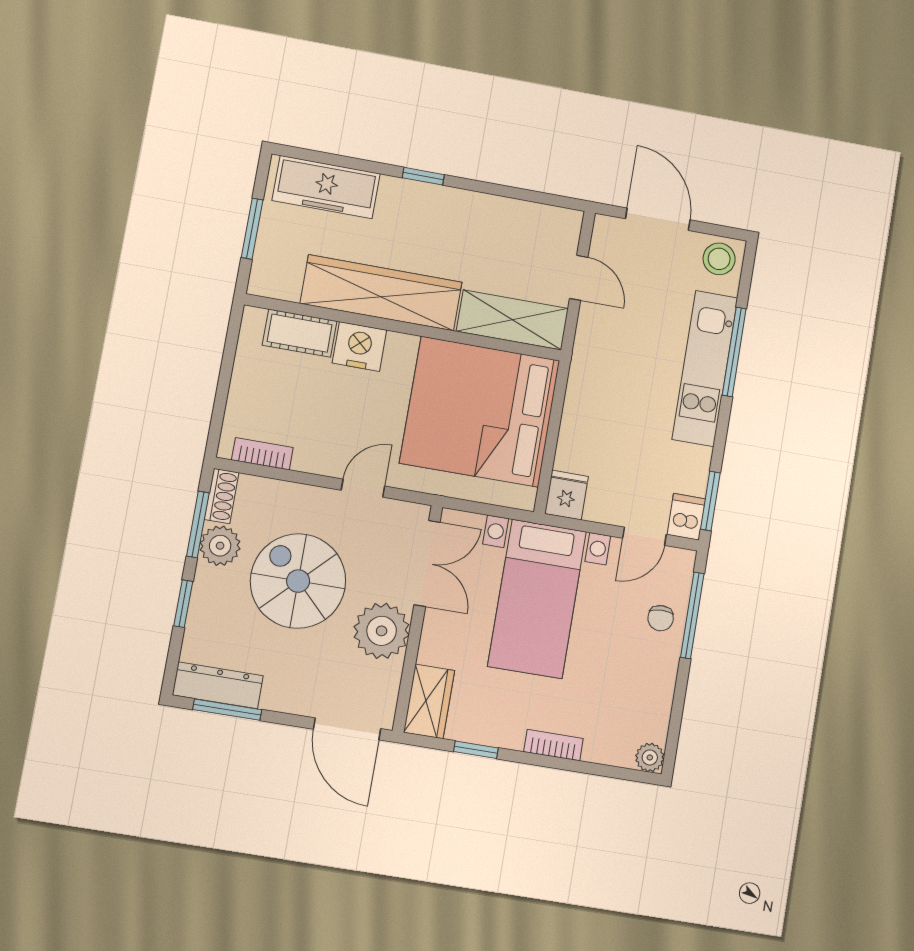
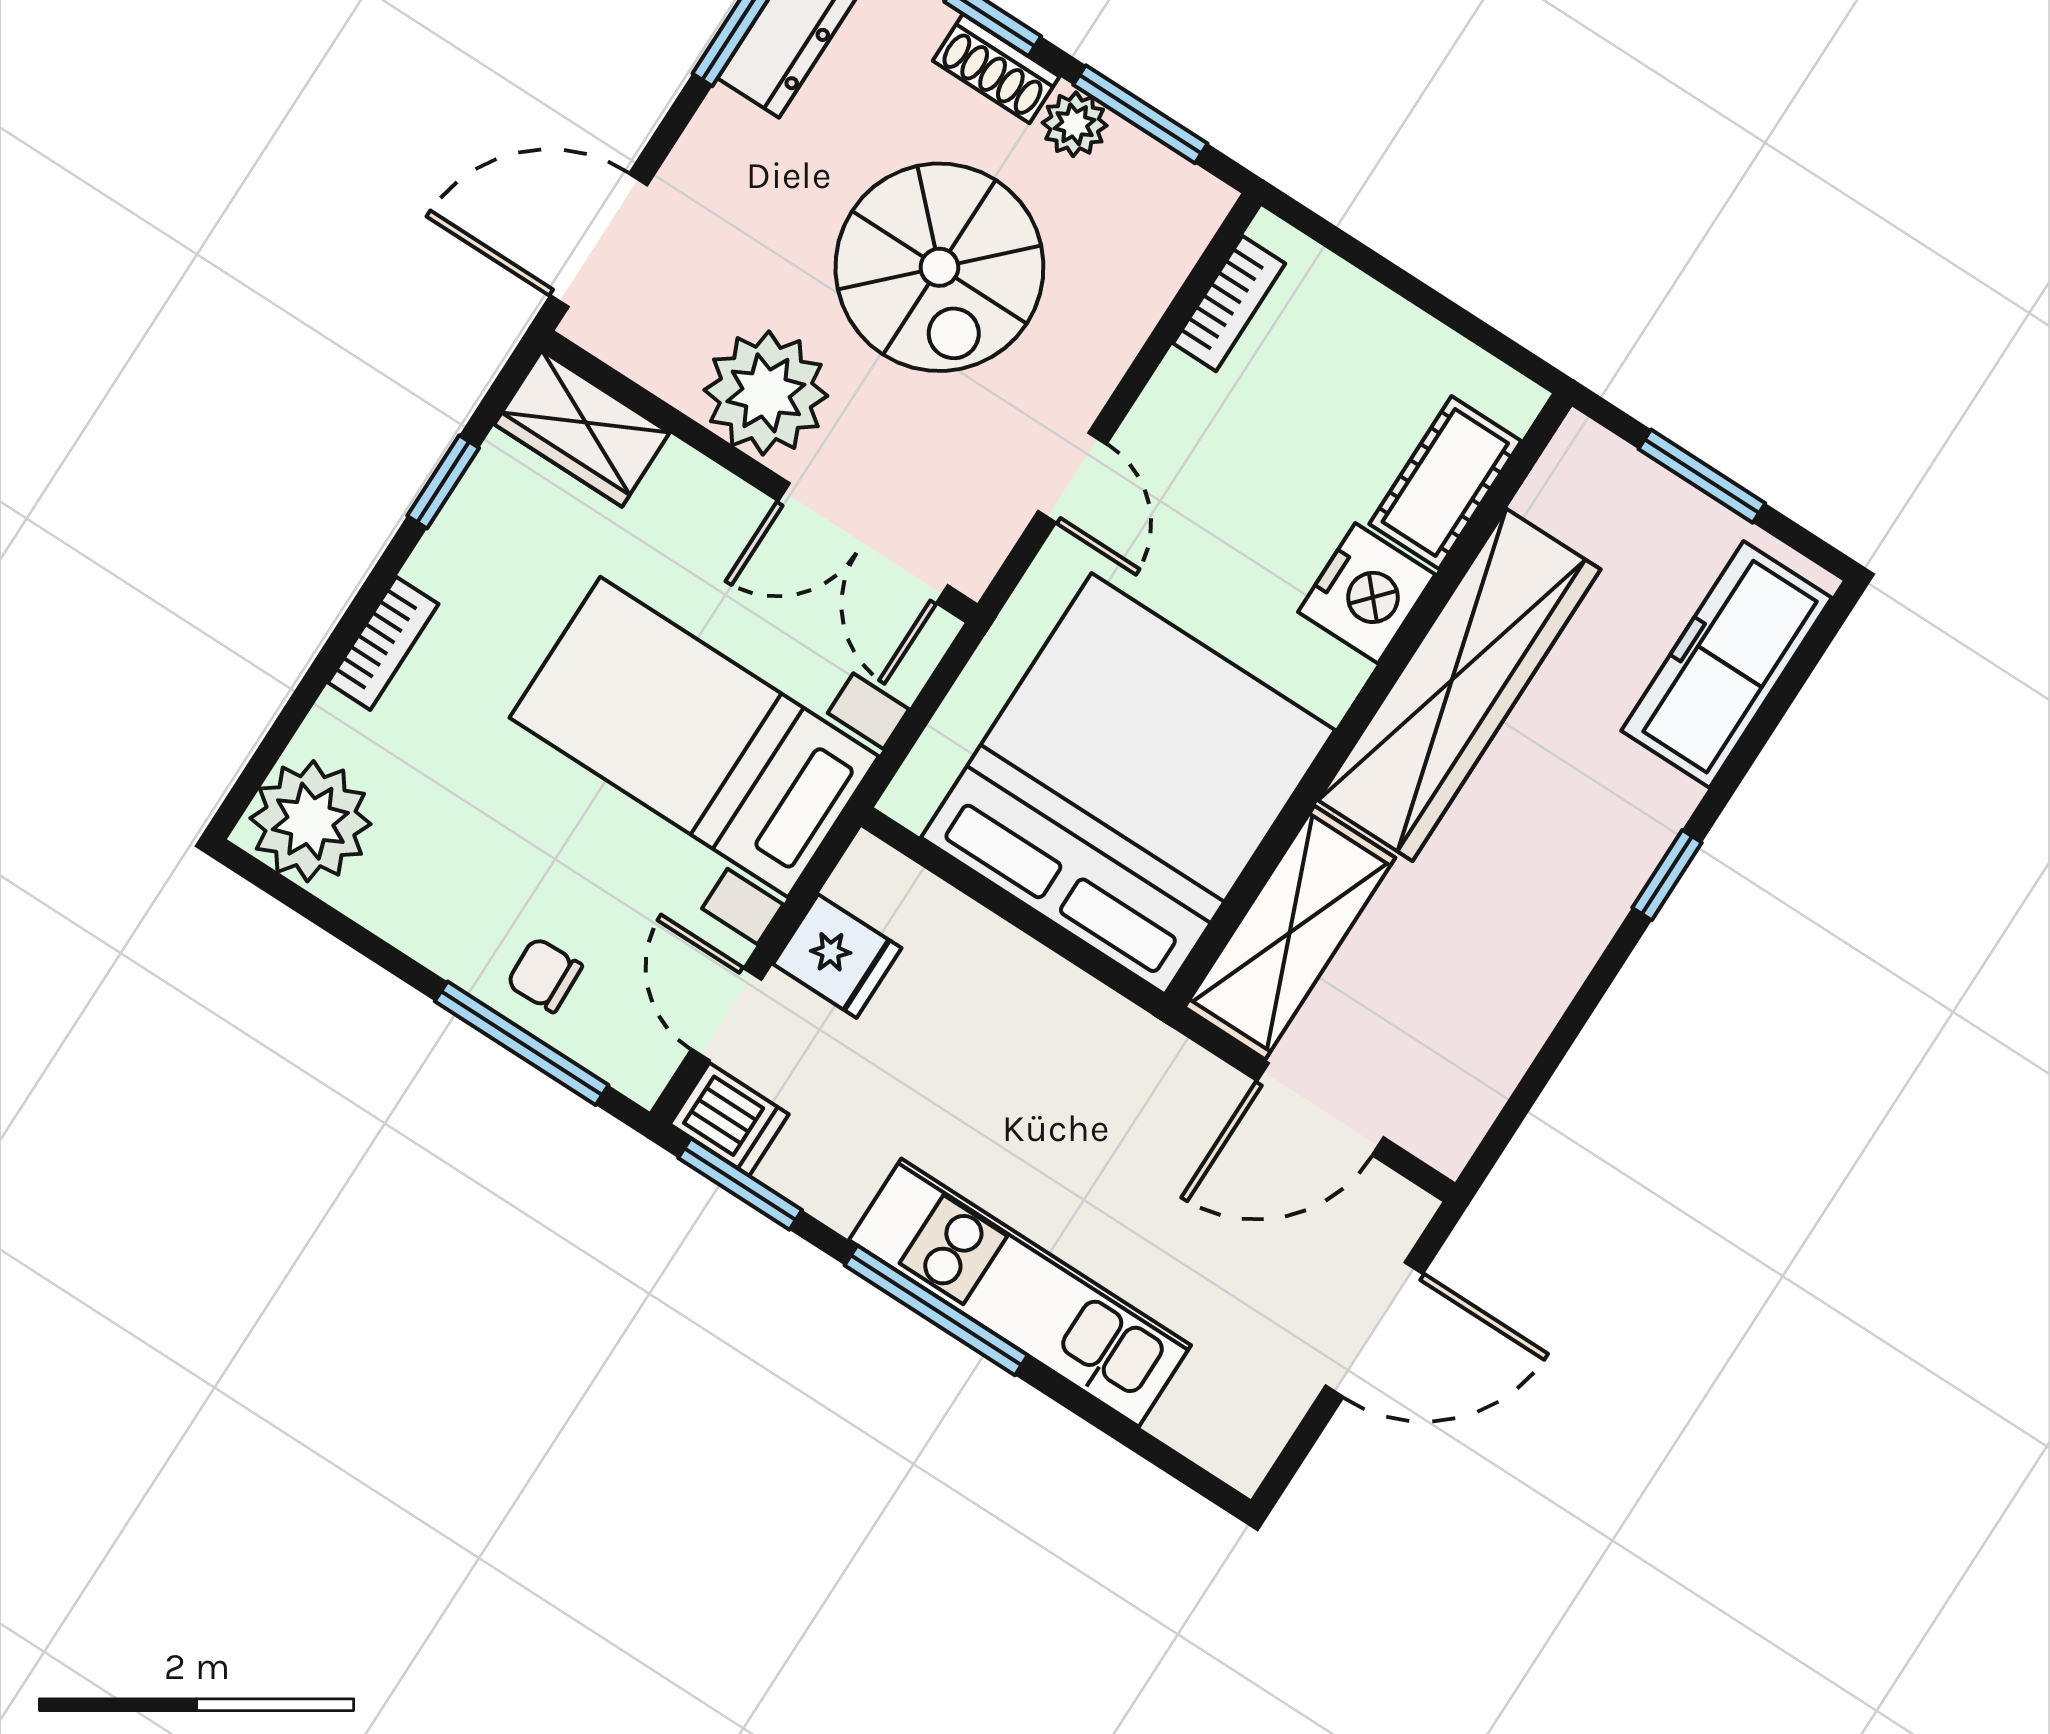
stool: (719, 259) -> (1237, 1423), removed
door: (579, 278) -> (1320, 1109), width x1.38
window: (734, 352) -> (936, 1310), moved
fridge: (566, 495) -> (837, 956), moved
shoe rack: (222, 496) -> (996, 69), moved
plant: (220, 546) -> (1075, 124), width x0.73, depth x0.73
spiral stairs: (298, 581) -> (939, 267), turned 90
plant: (650, 757) -> (310, 821), width x1.88, depth x1.88

